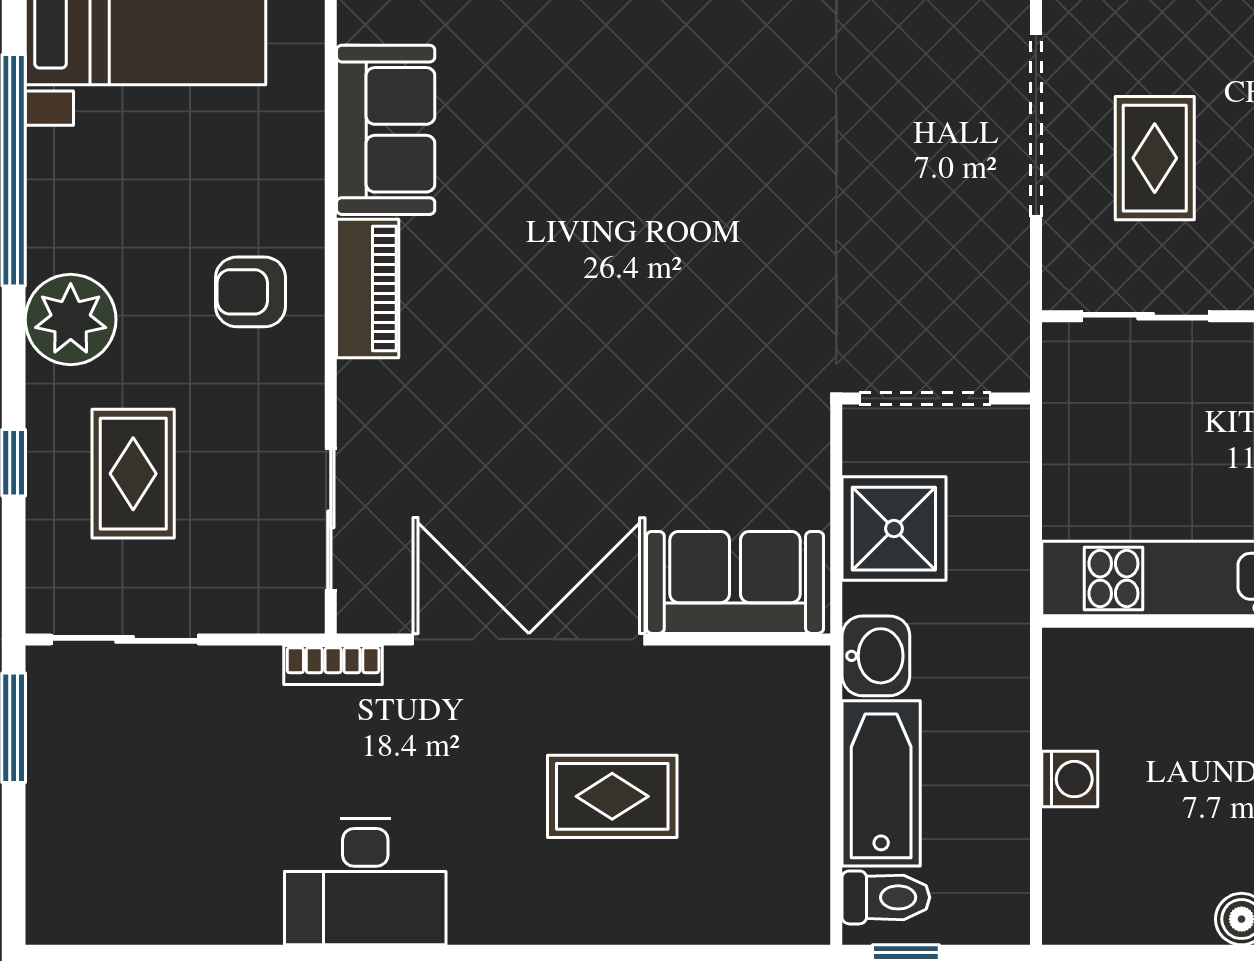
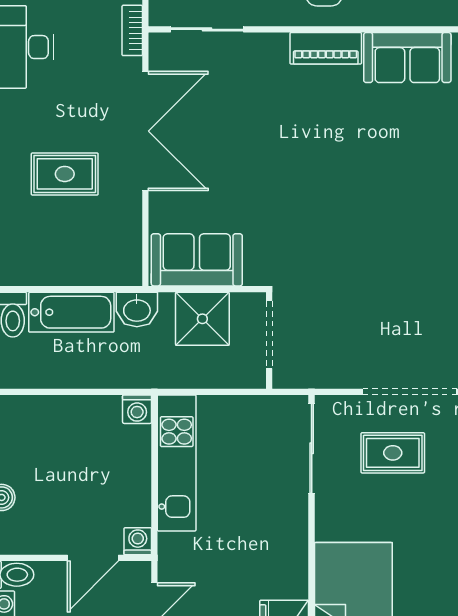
sliding door: (1146, 316) -> (312, 448), width x1.37
sofa: (735, 582) -> (197, 260), moved, turned -90
washing machine: (1070, 779) -> (137, 409), moved
rug: (612, 796) -> (65, 174), turned 90

